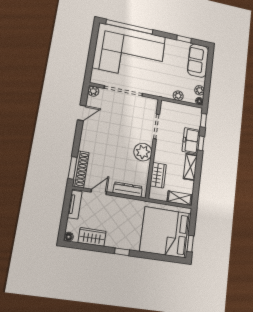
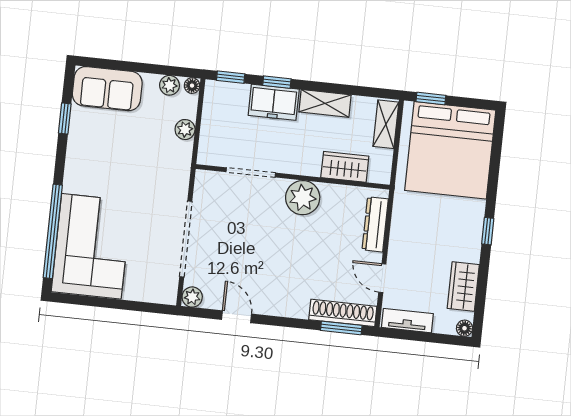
corner sofa: (129, 52) -> (91, 246), width x0.73, depth x0.74
window: (190, 244) -> (431, 99), moved

